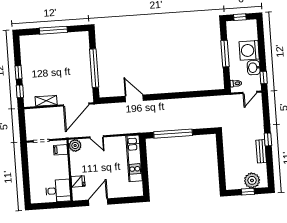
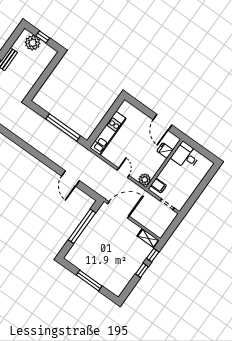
shelving: (46, 101) -> (148, 238), moved
door: (98, 202) -> (163, 122), hinge flipped

